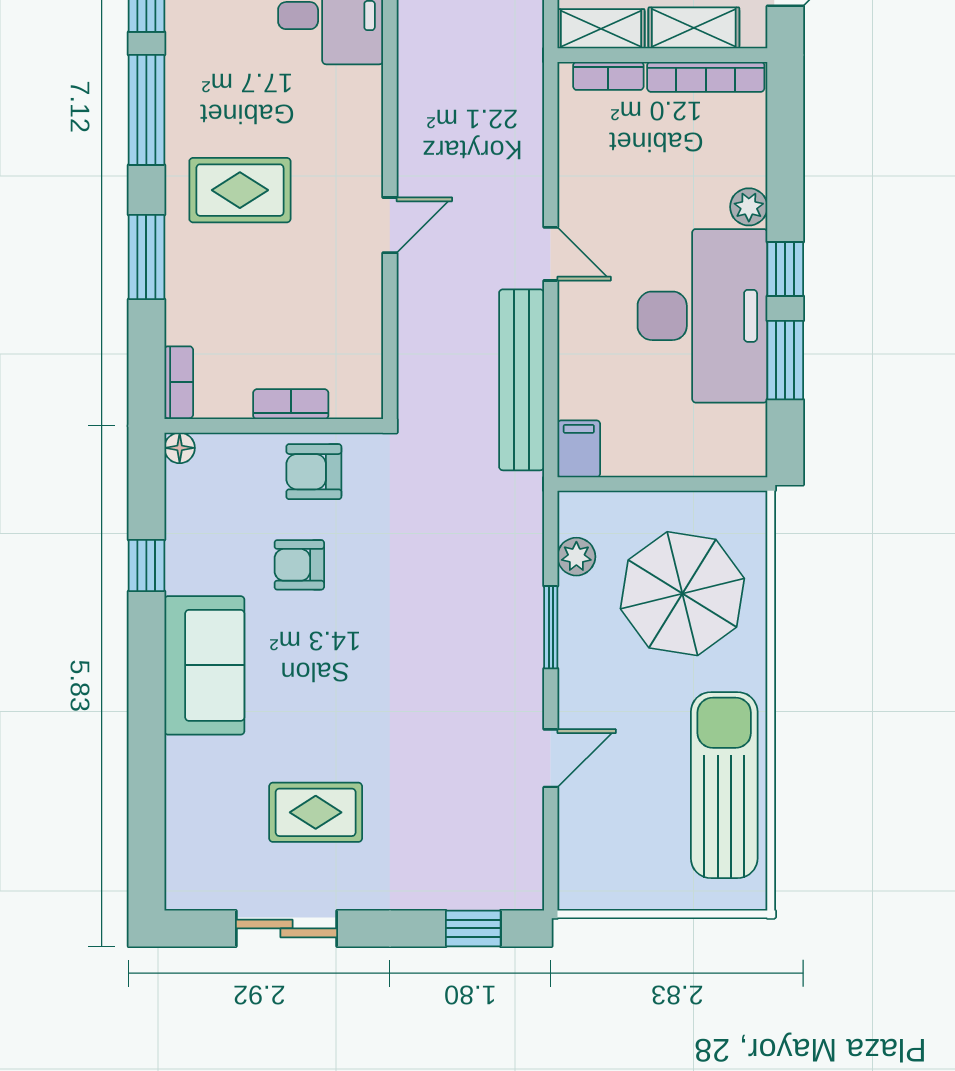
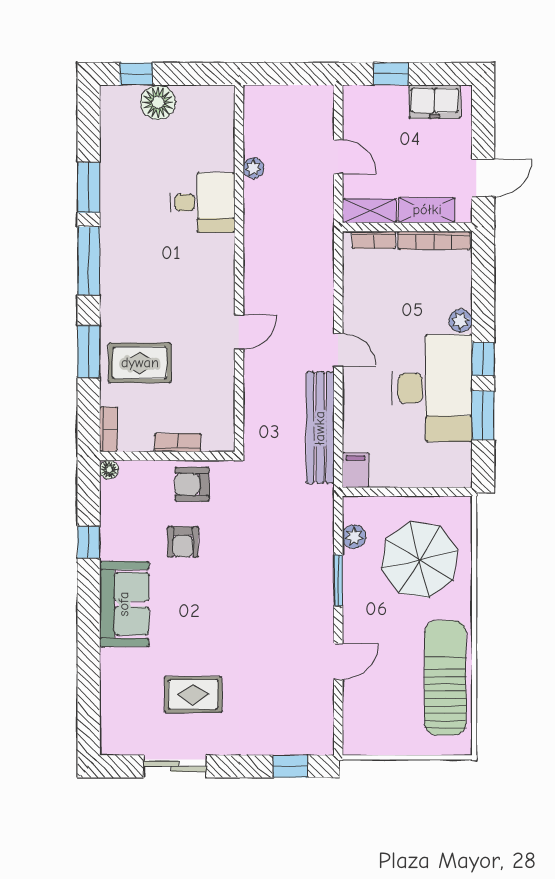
rug: (240, 190) -> (140, 363), moved
armchair: (299, 565) -> (183, 542), turned -90

